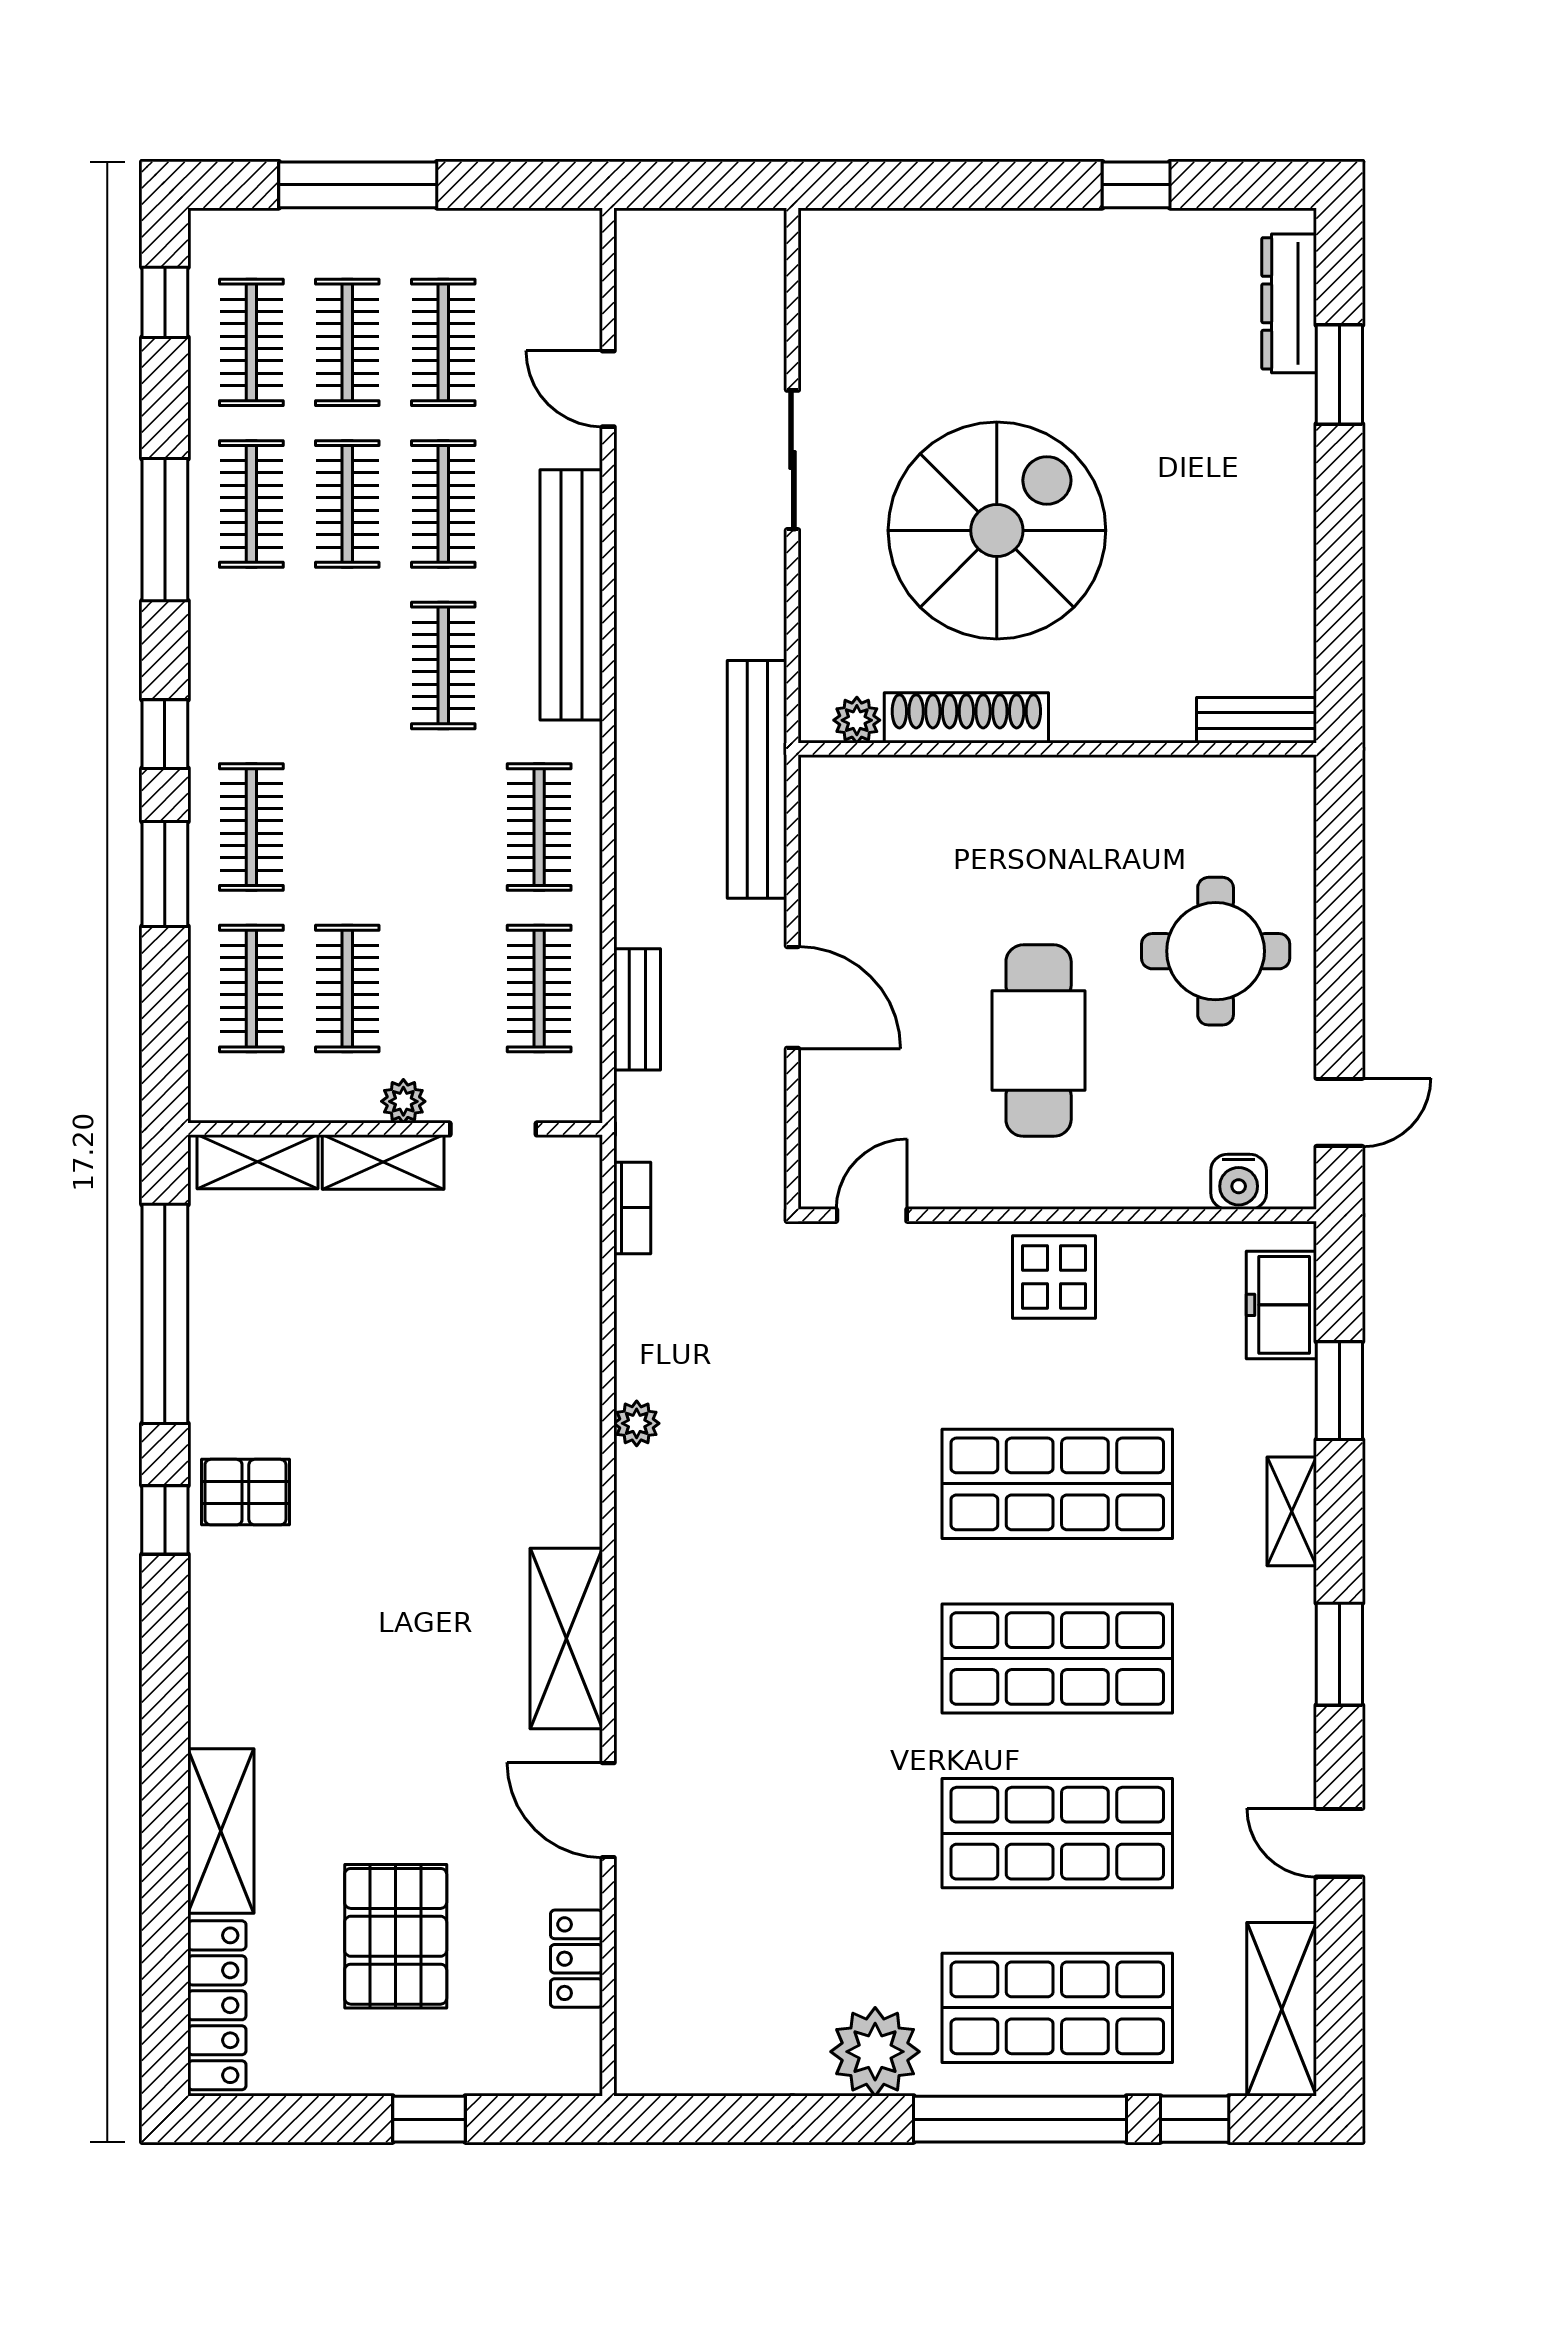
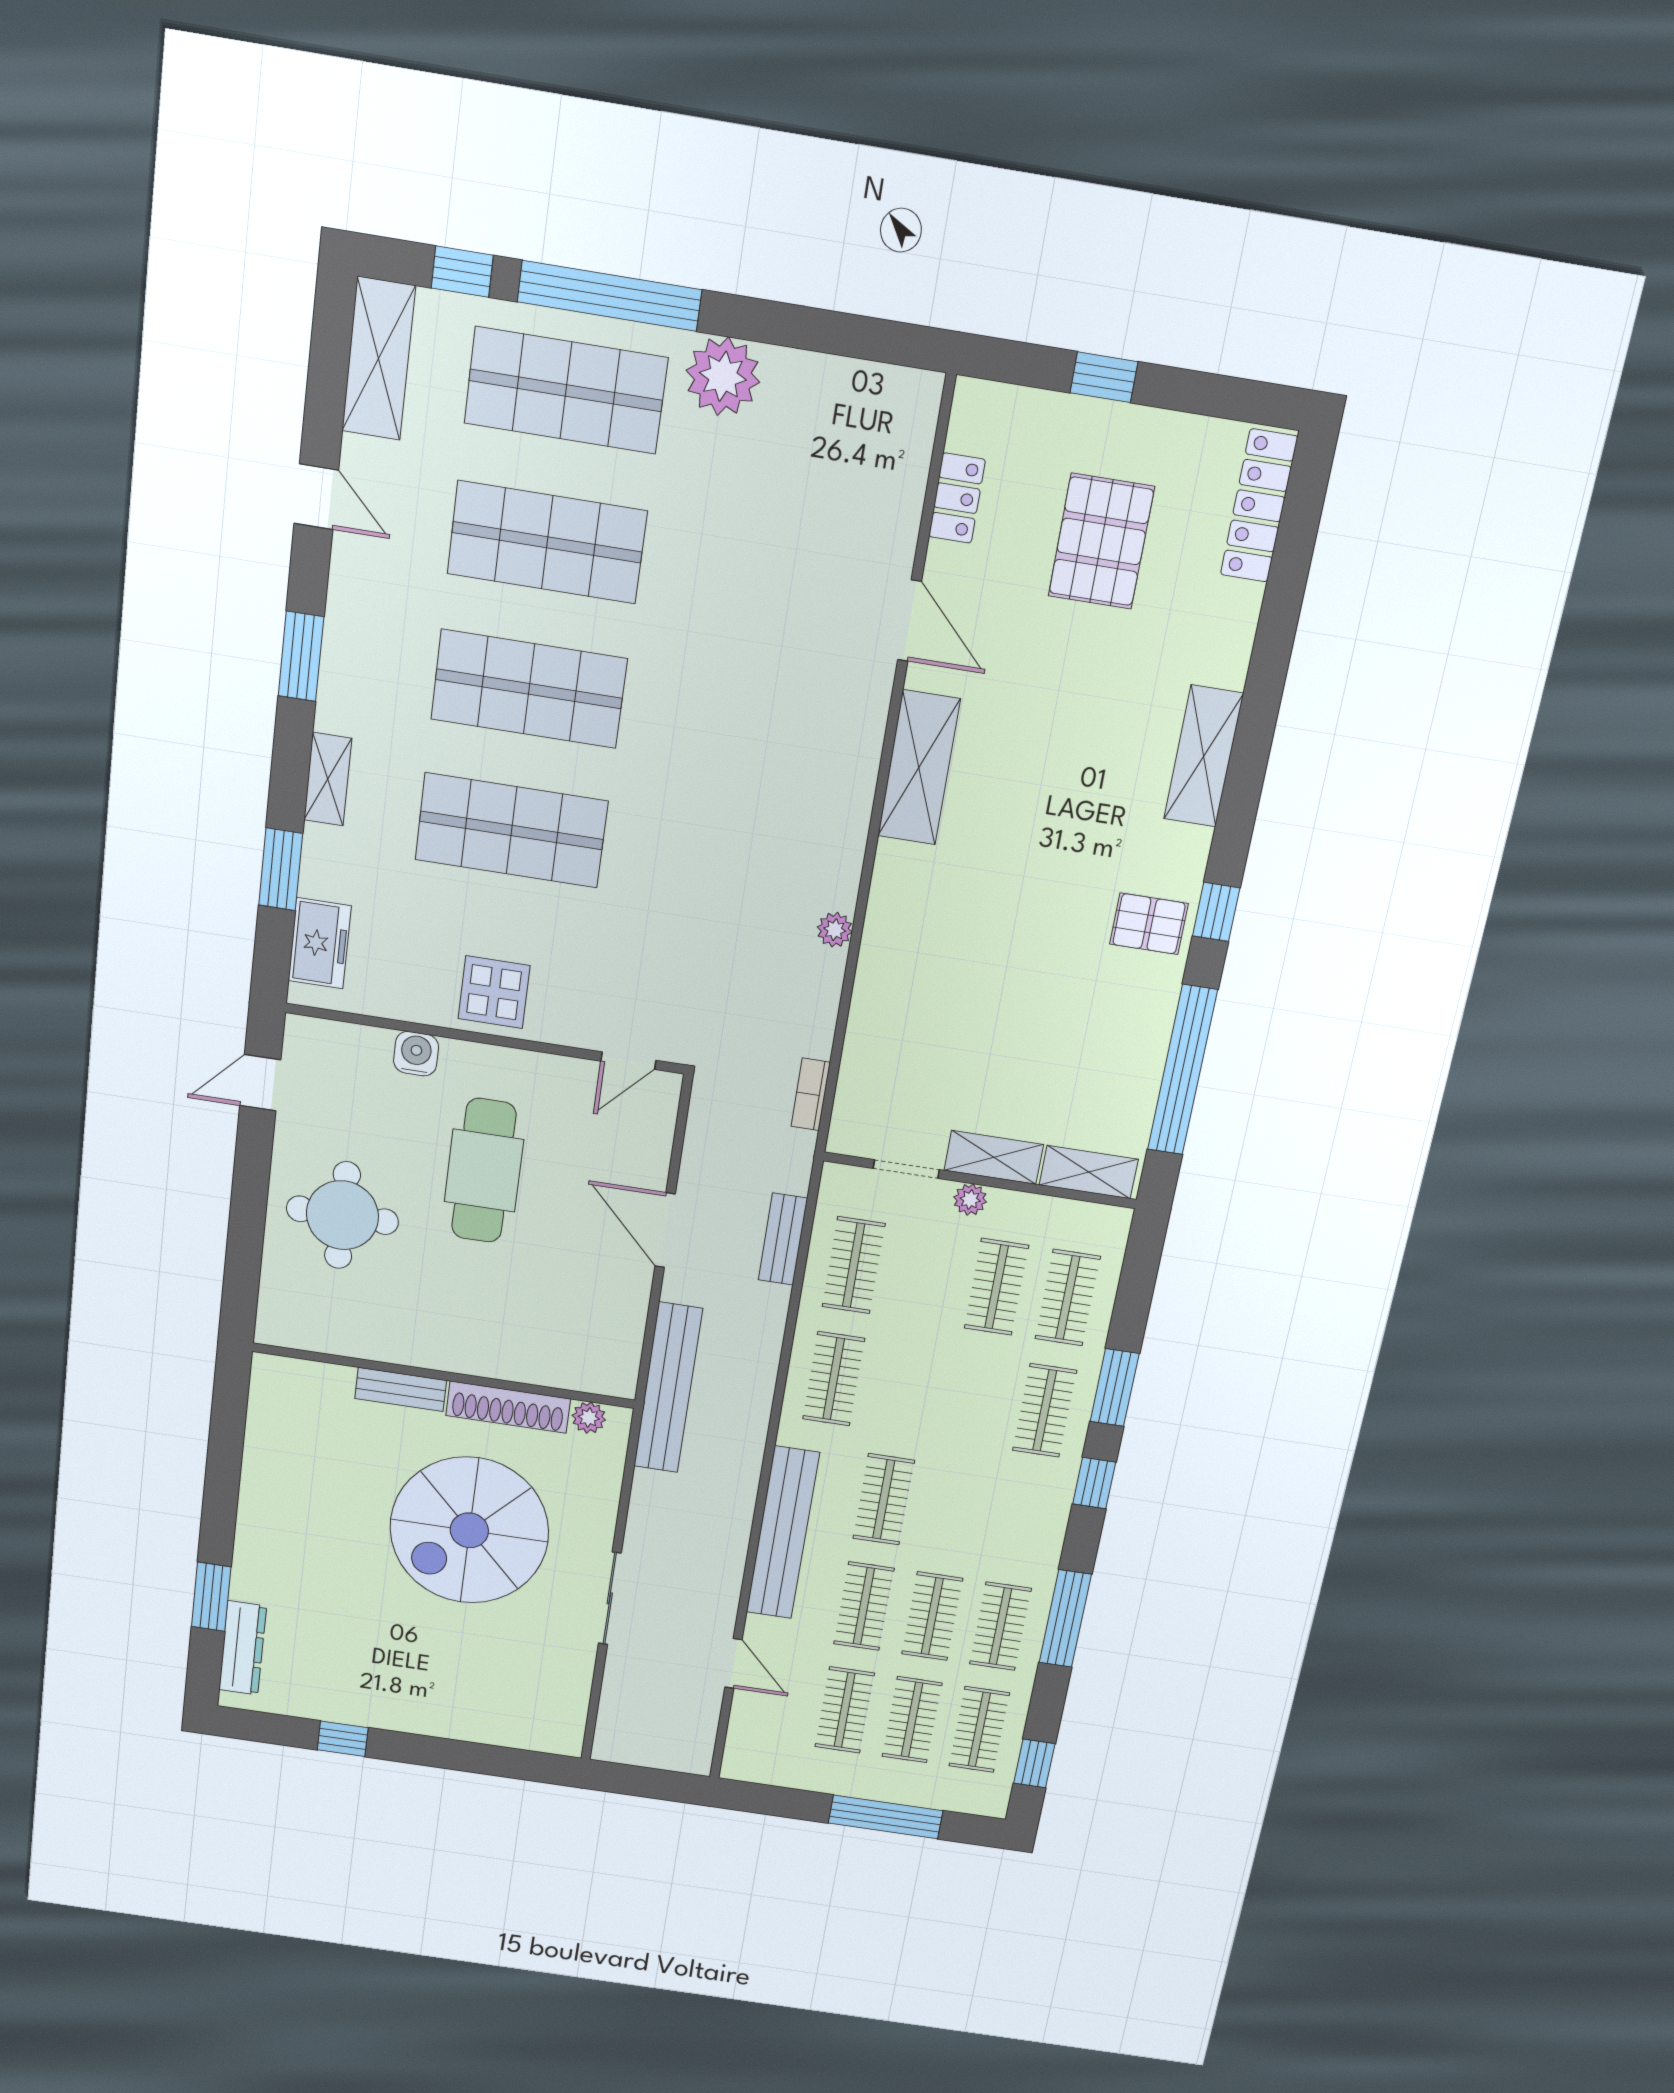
bench: (1256, 720) -> (401, 1389), moved
water cooler: (1239, 1182) -> (416, 1054), moved
shelving: (221, 1831) -> (1204, 756), moved

